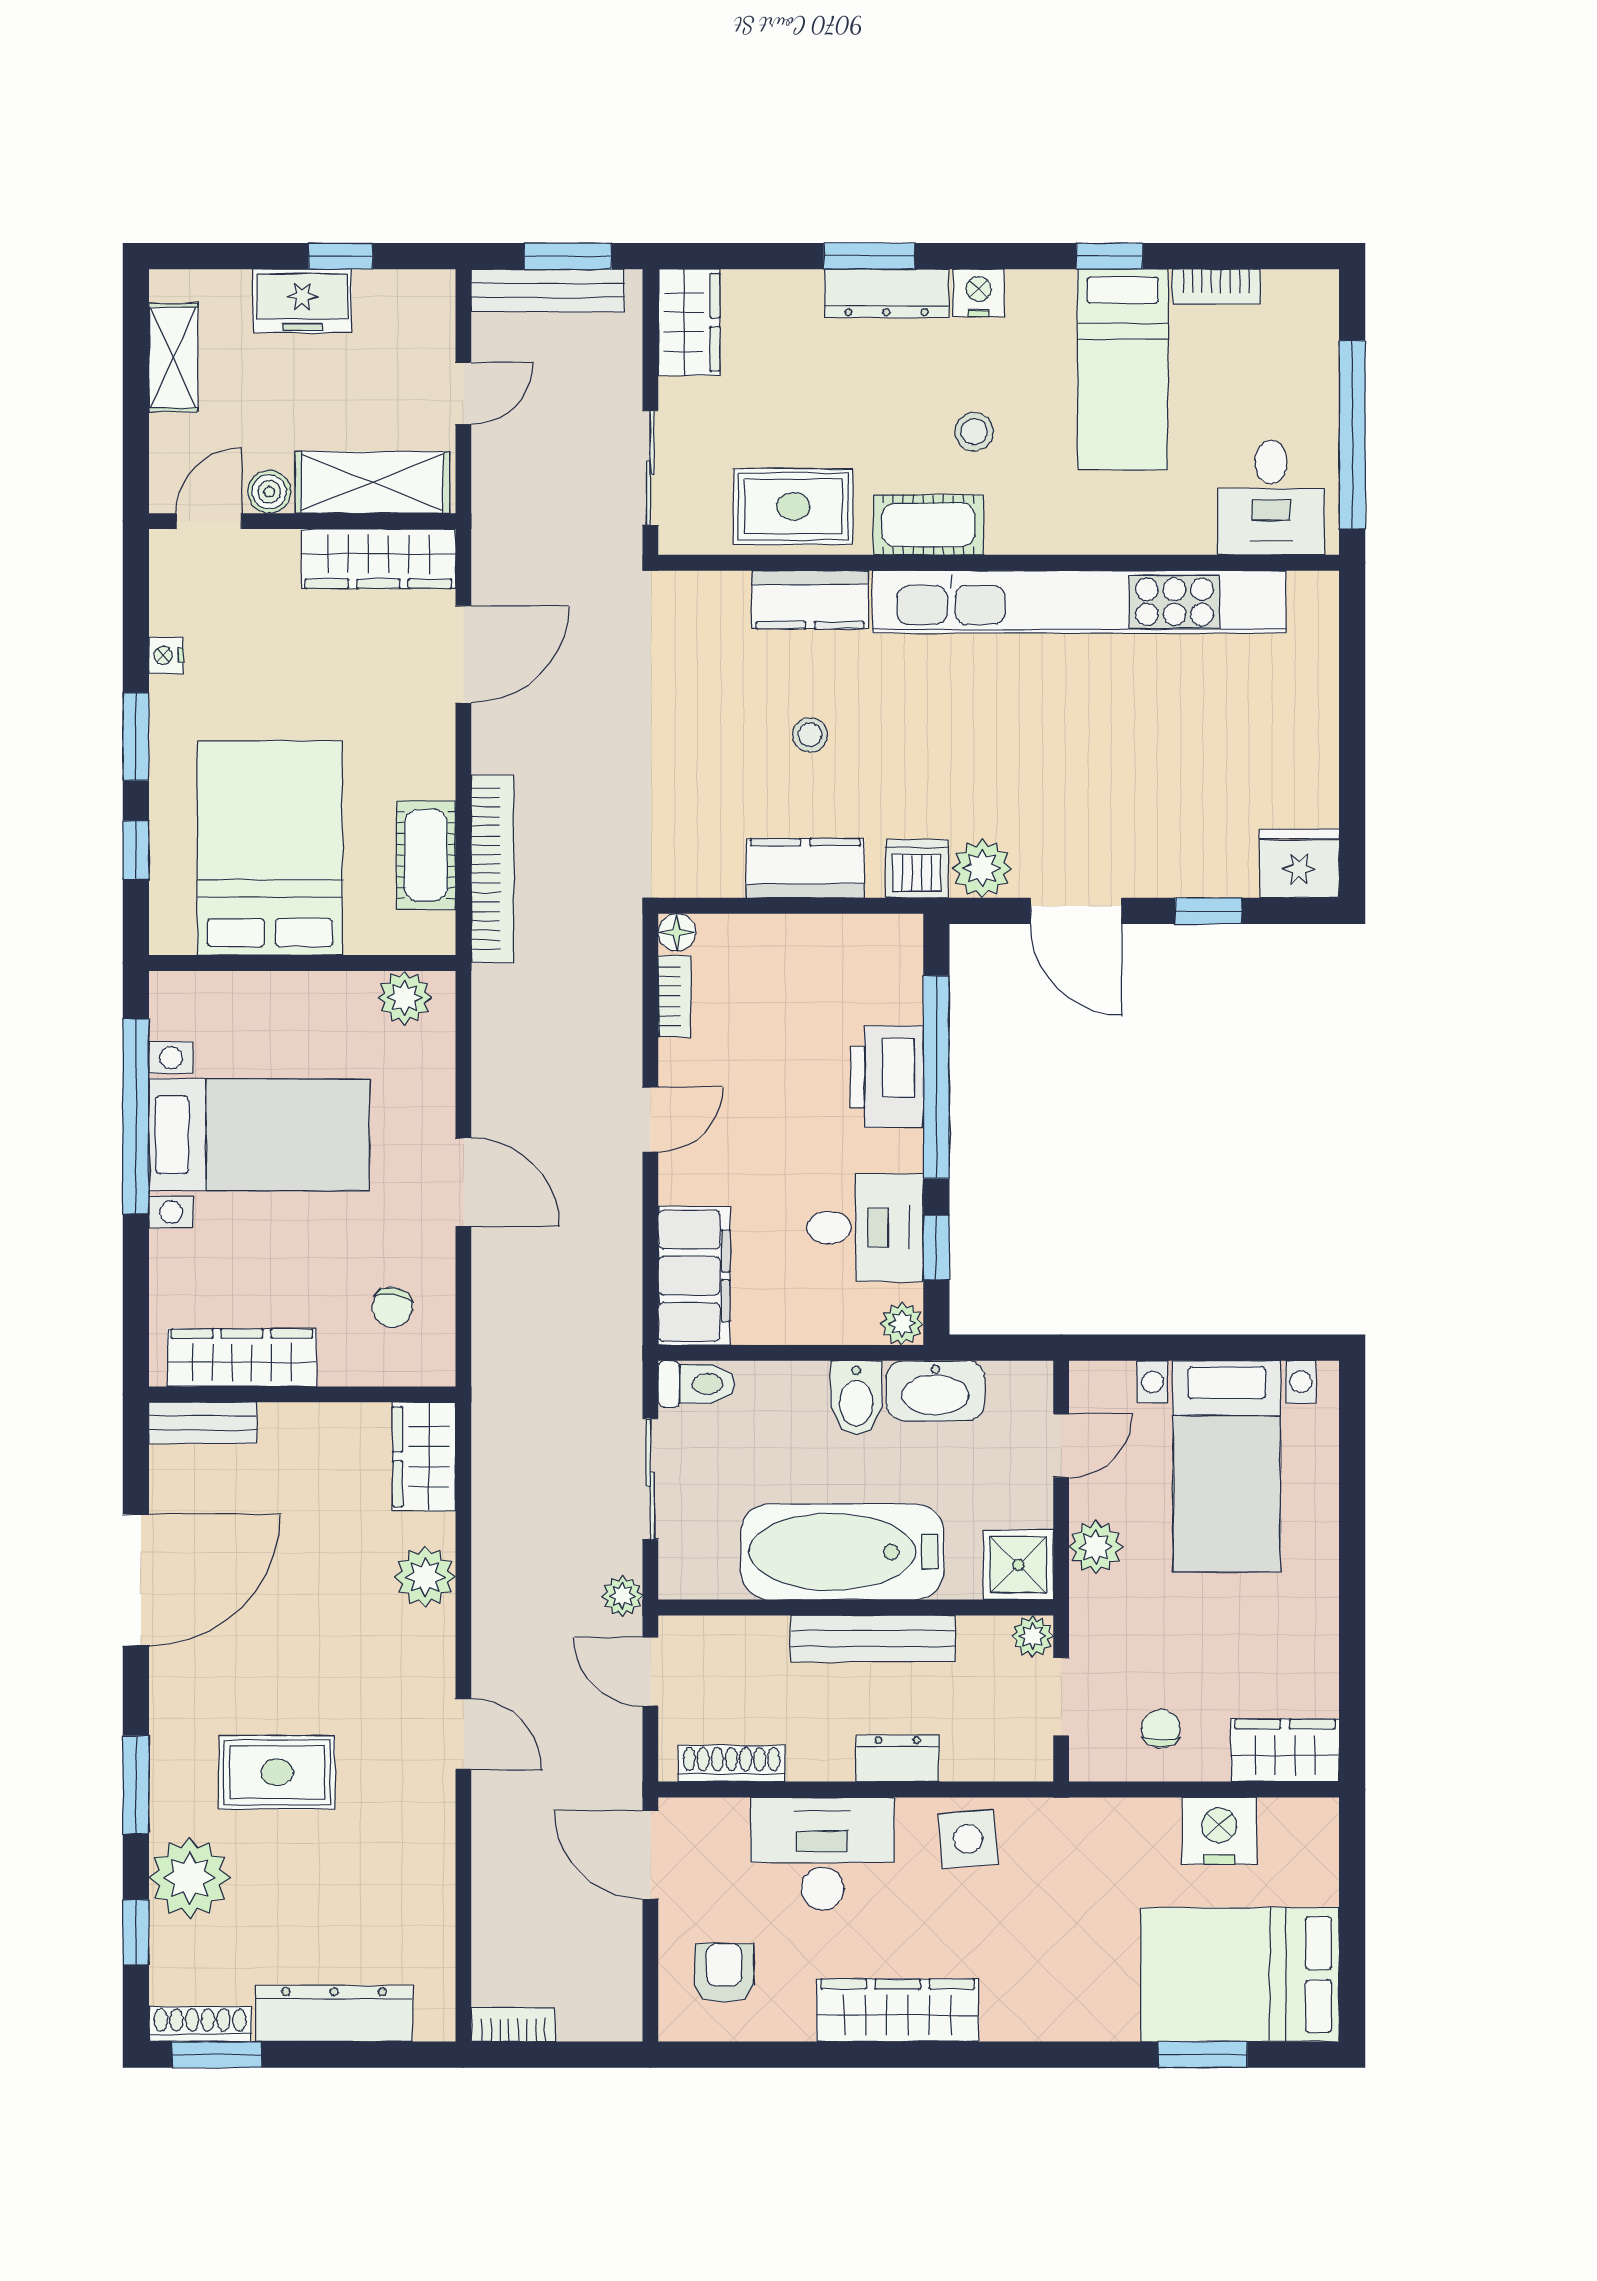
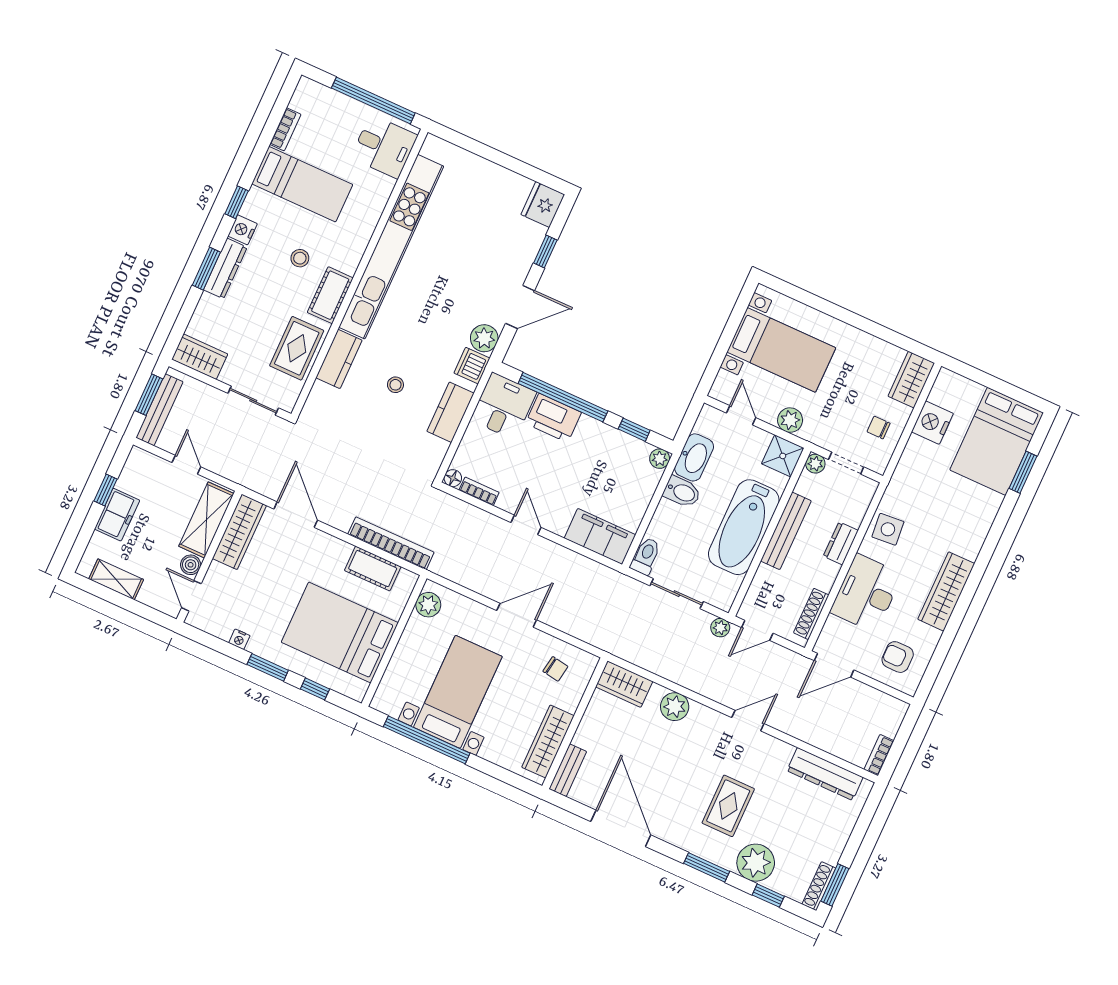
window: (1109, 256) -> (237, 202), moved
desk: (865, 1228) -> (504, 406), moved
dresser: (334, 2014) -> (825, 774), moved, turned -90

